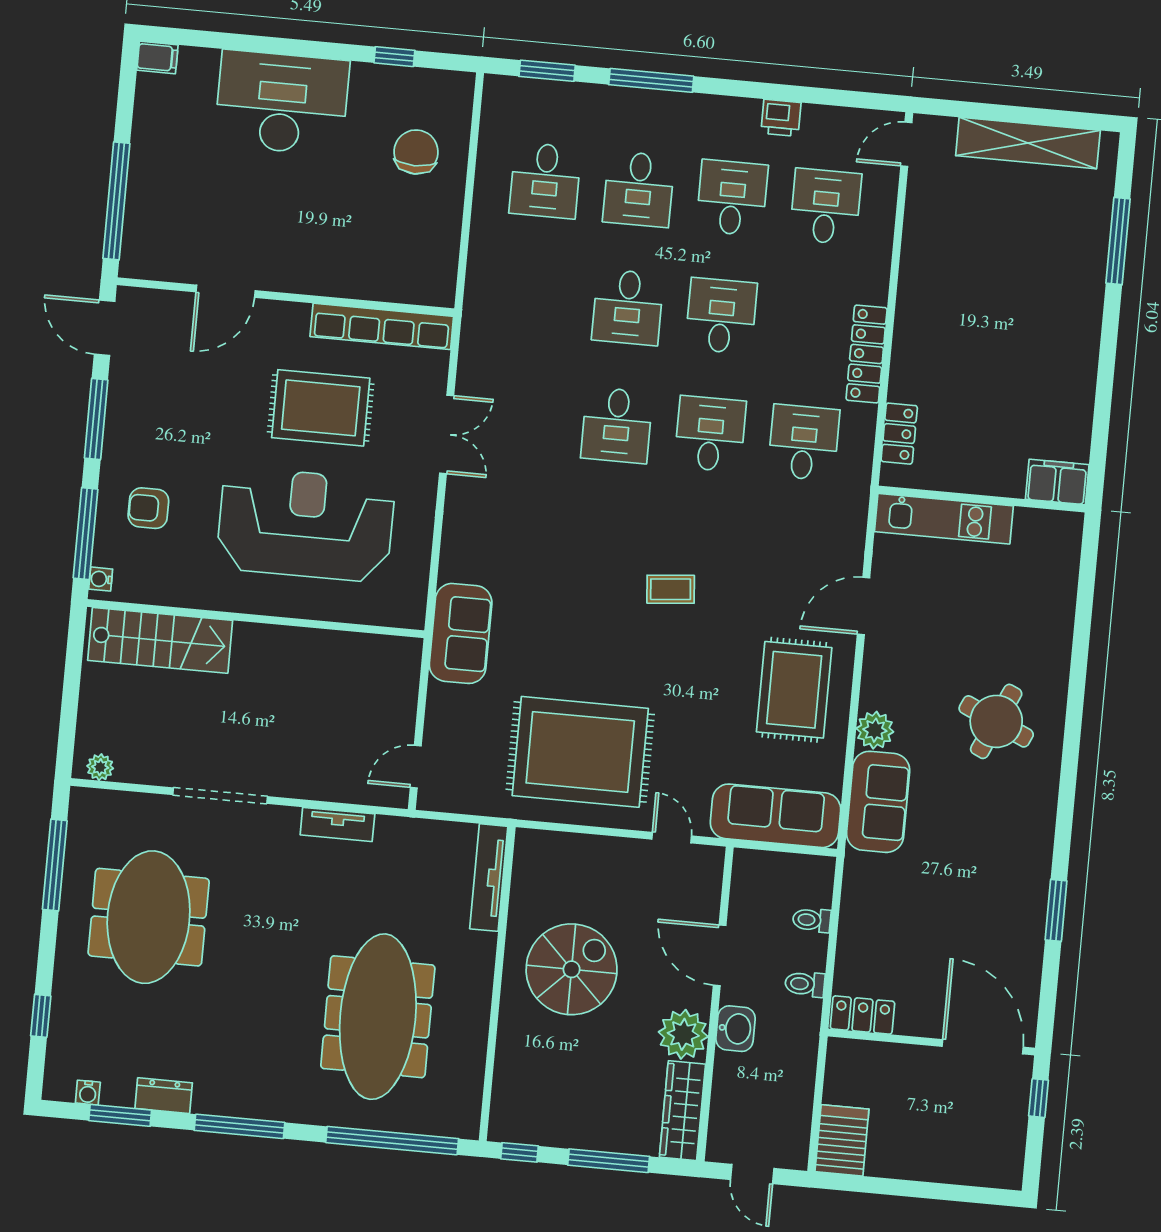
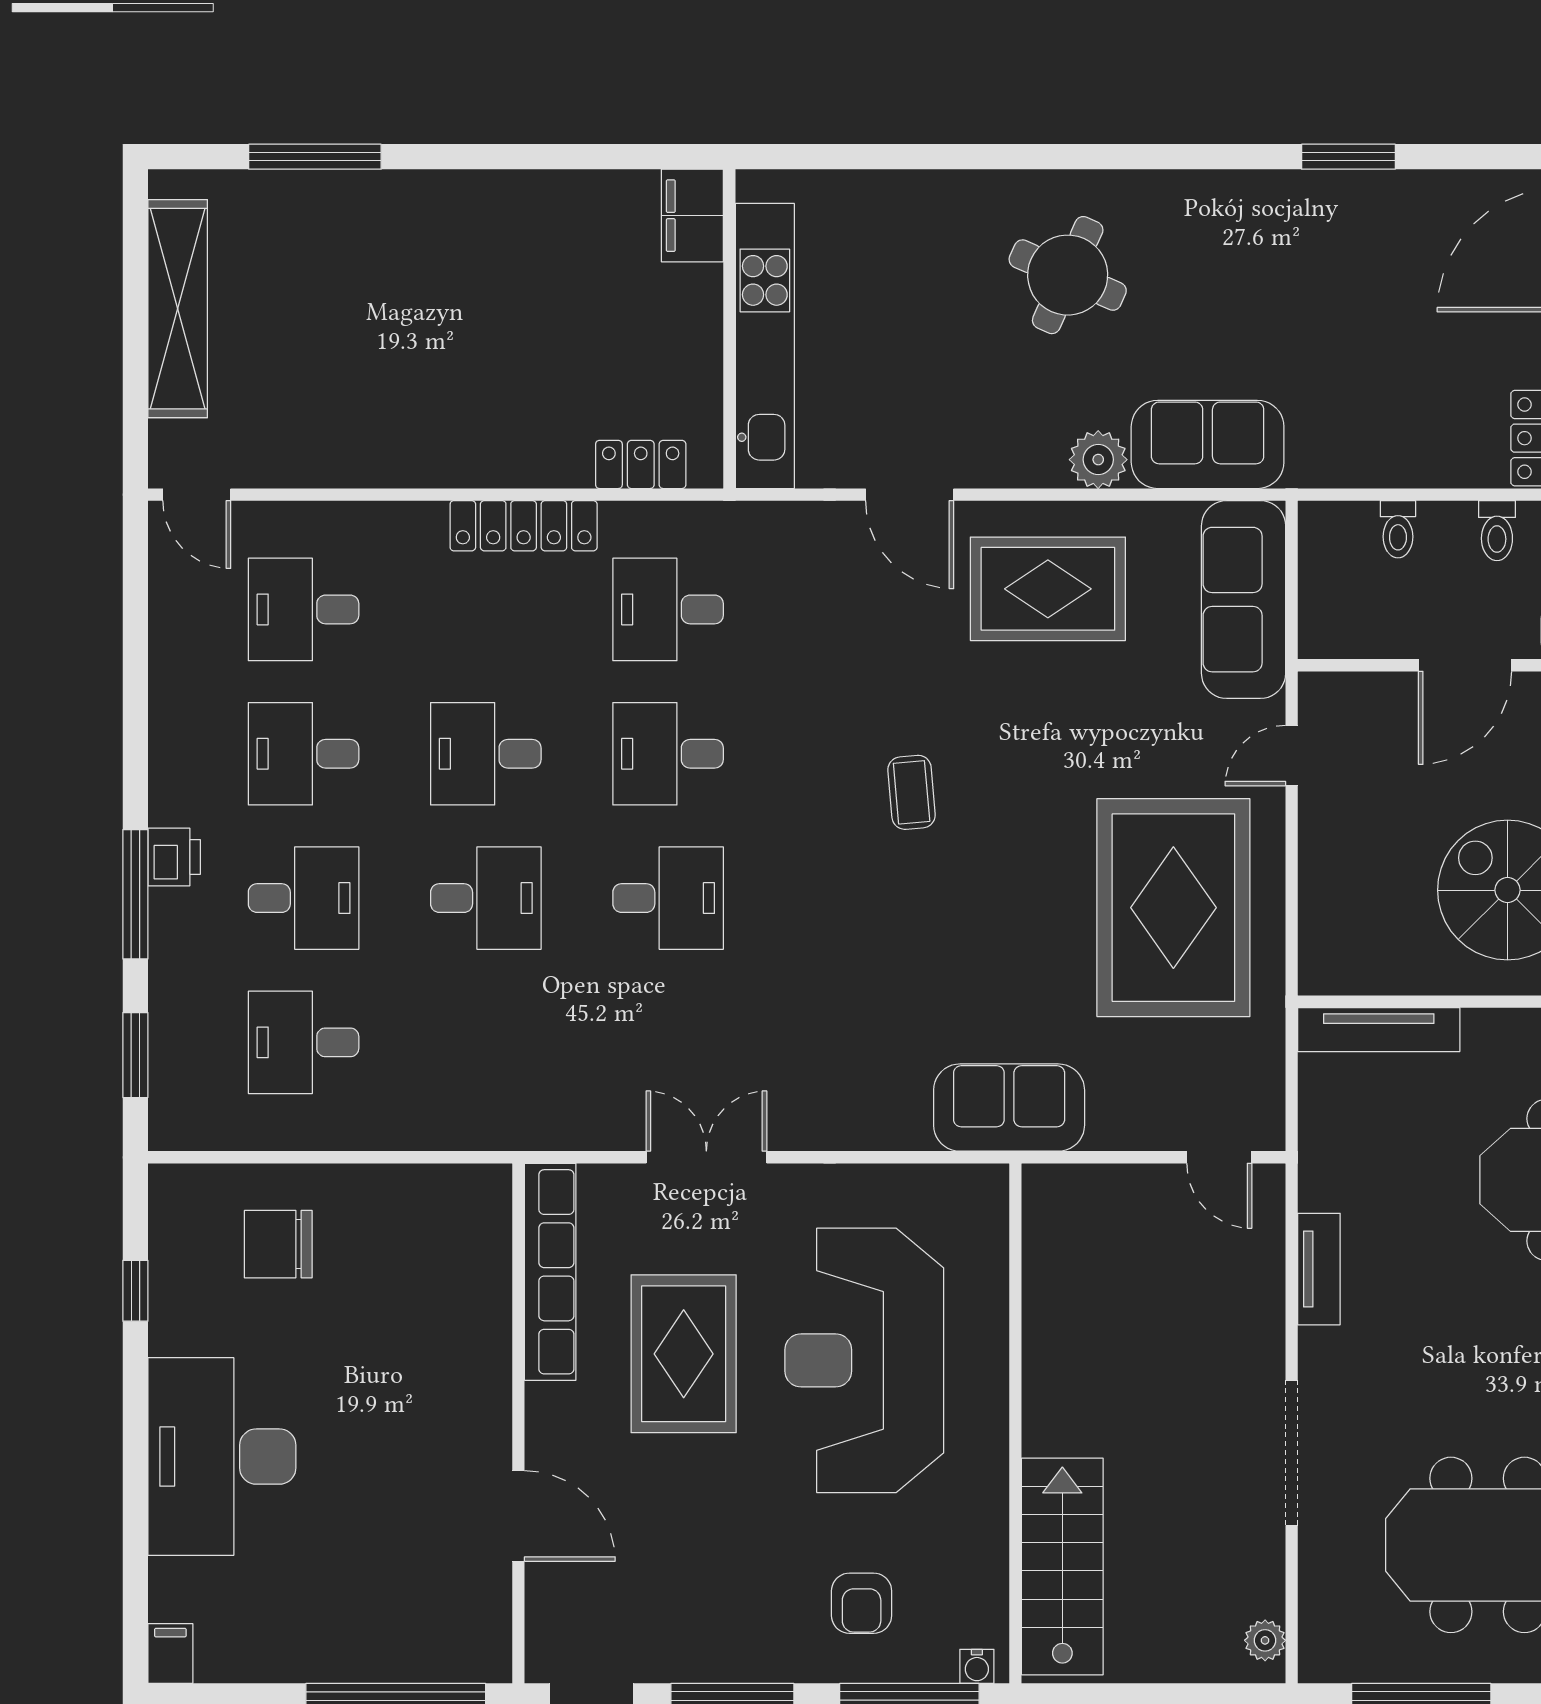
printer: (781, 118) -> (174, 857), moved
desk: (545, 180) -> (304, 1042), turned 180
kitchen unit: (944, 519) -> (765, 346), width x1.36

